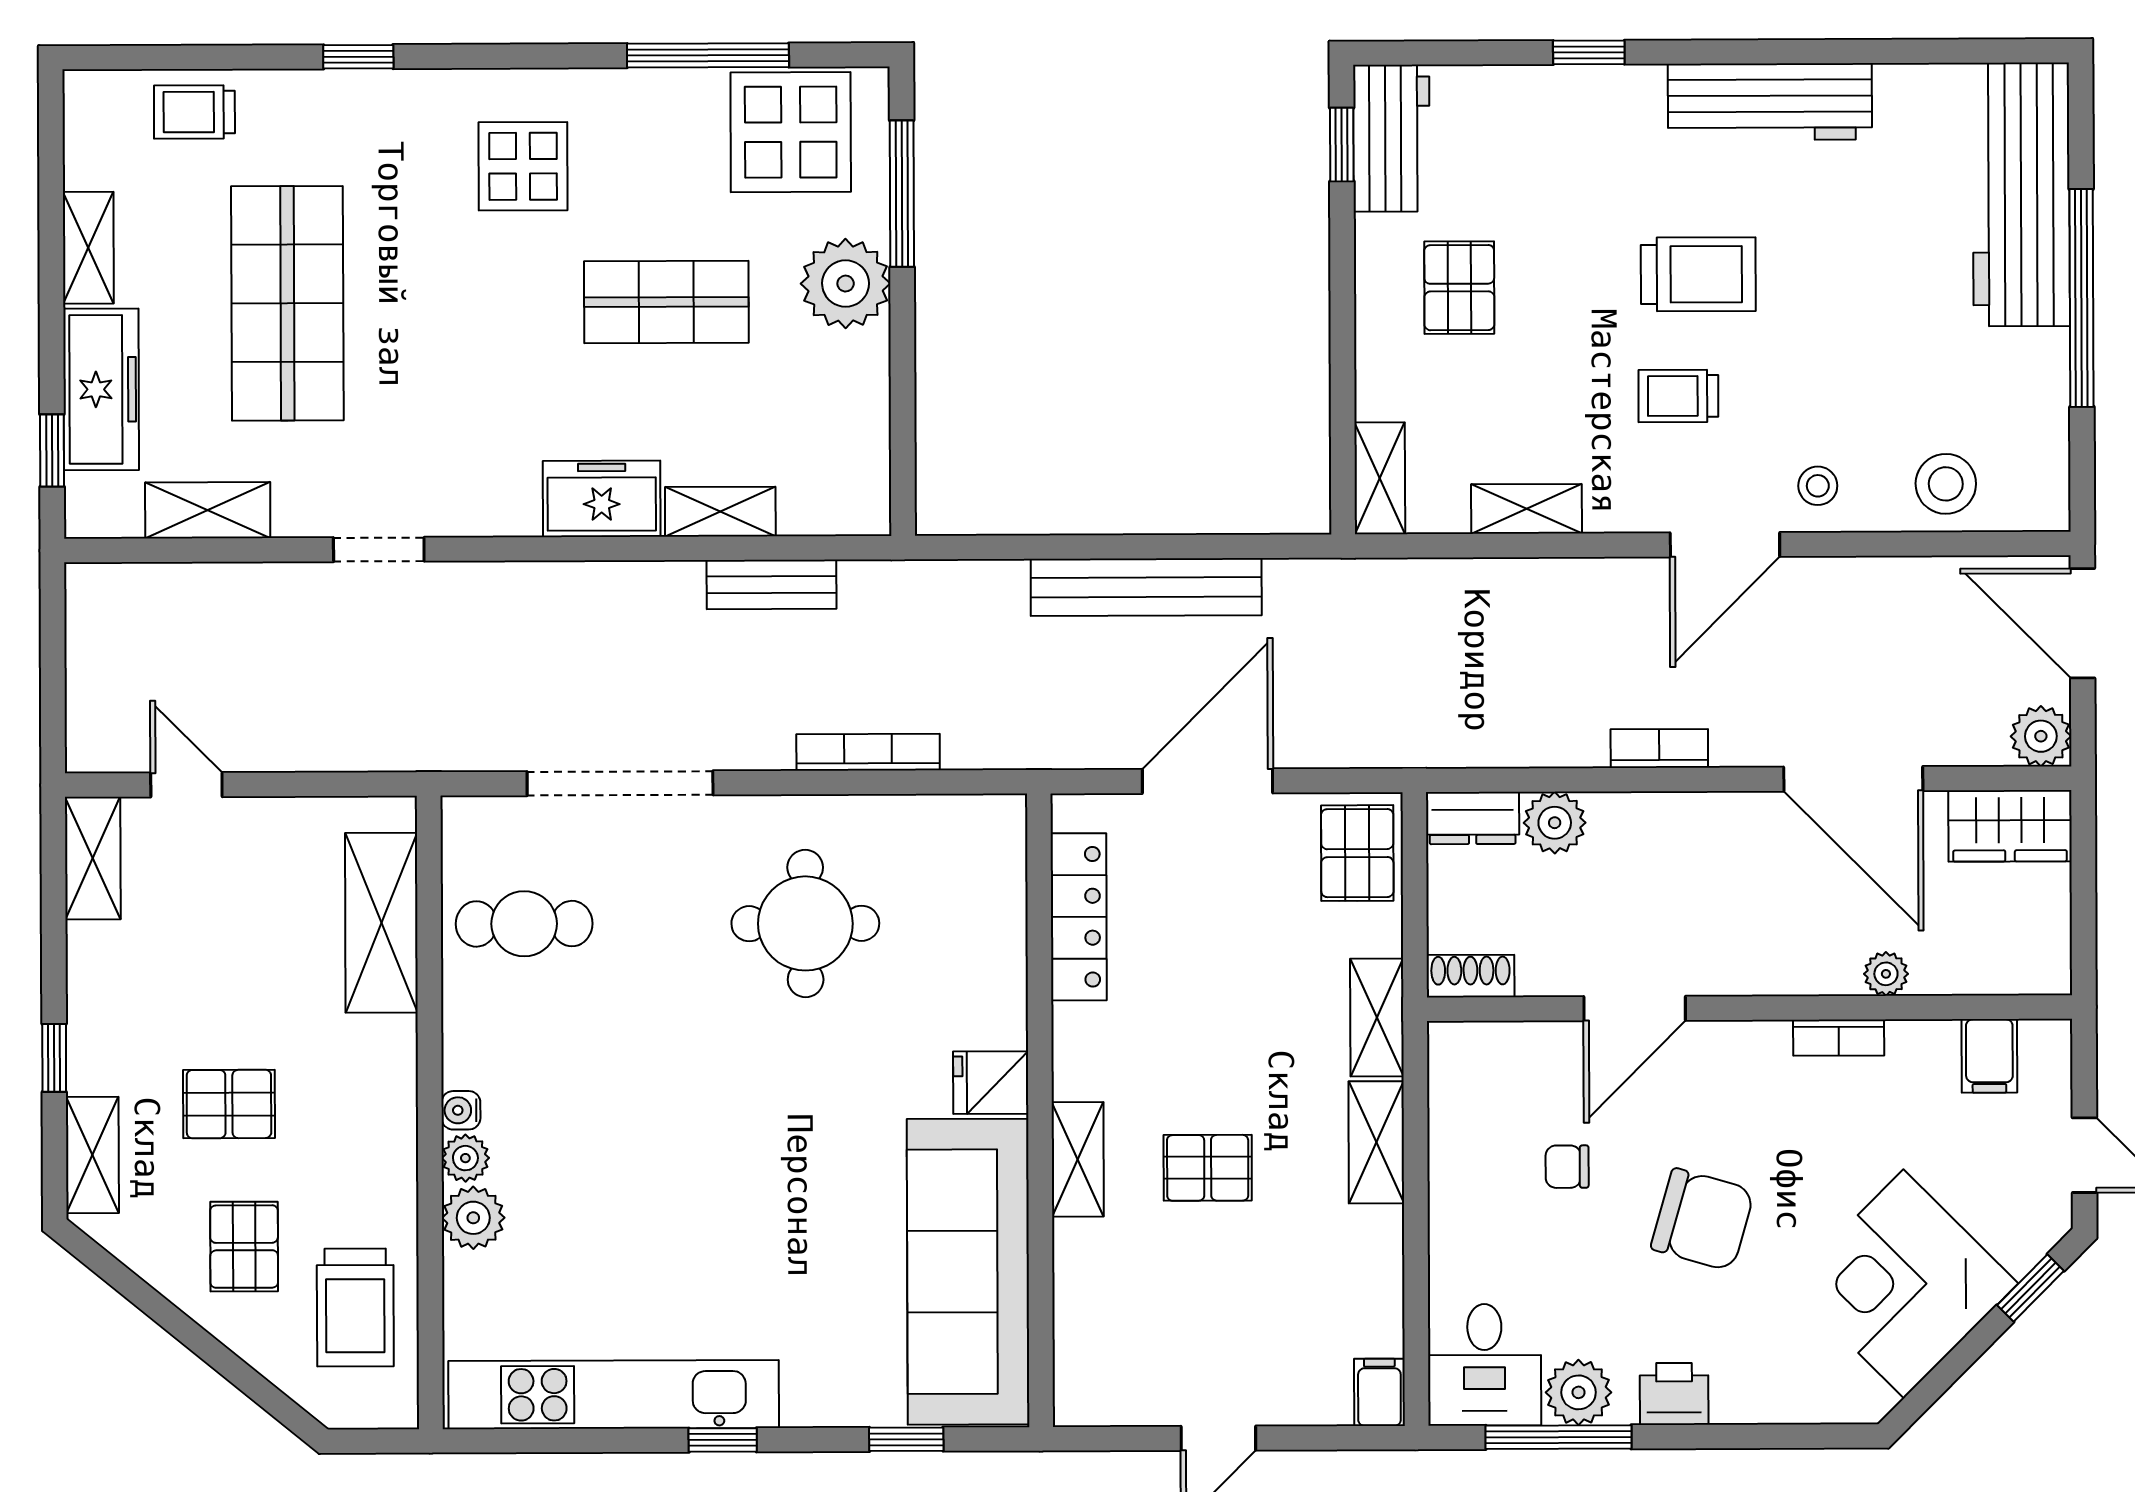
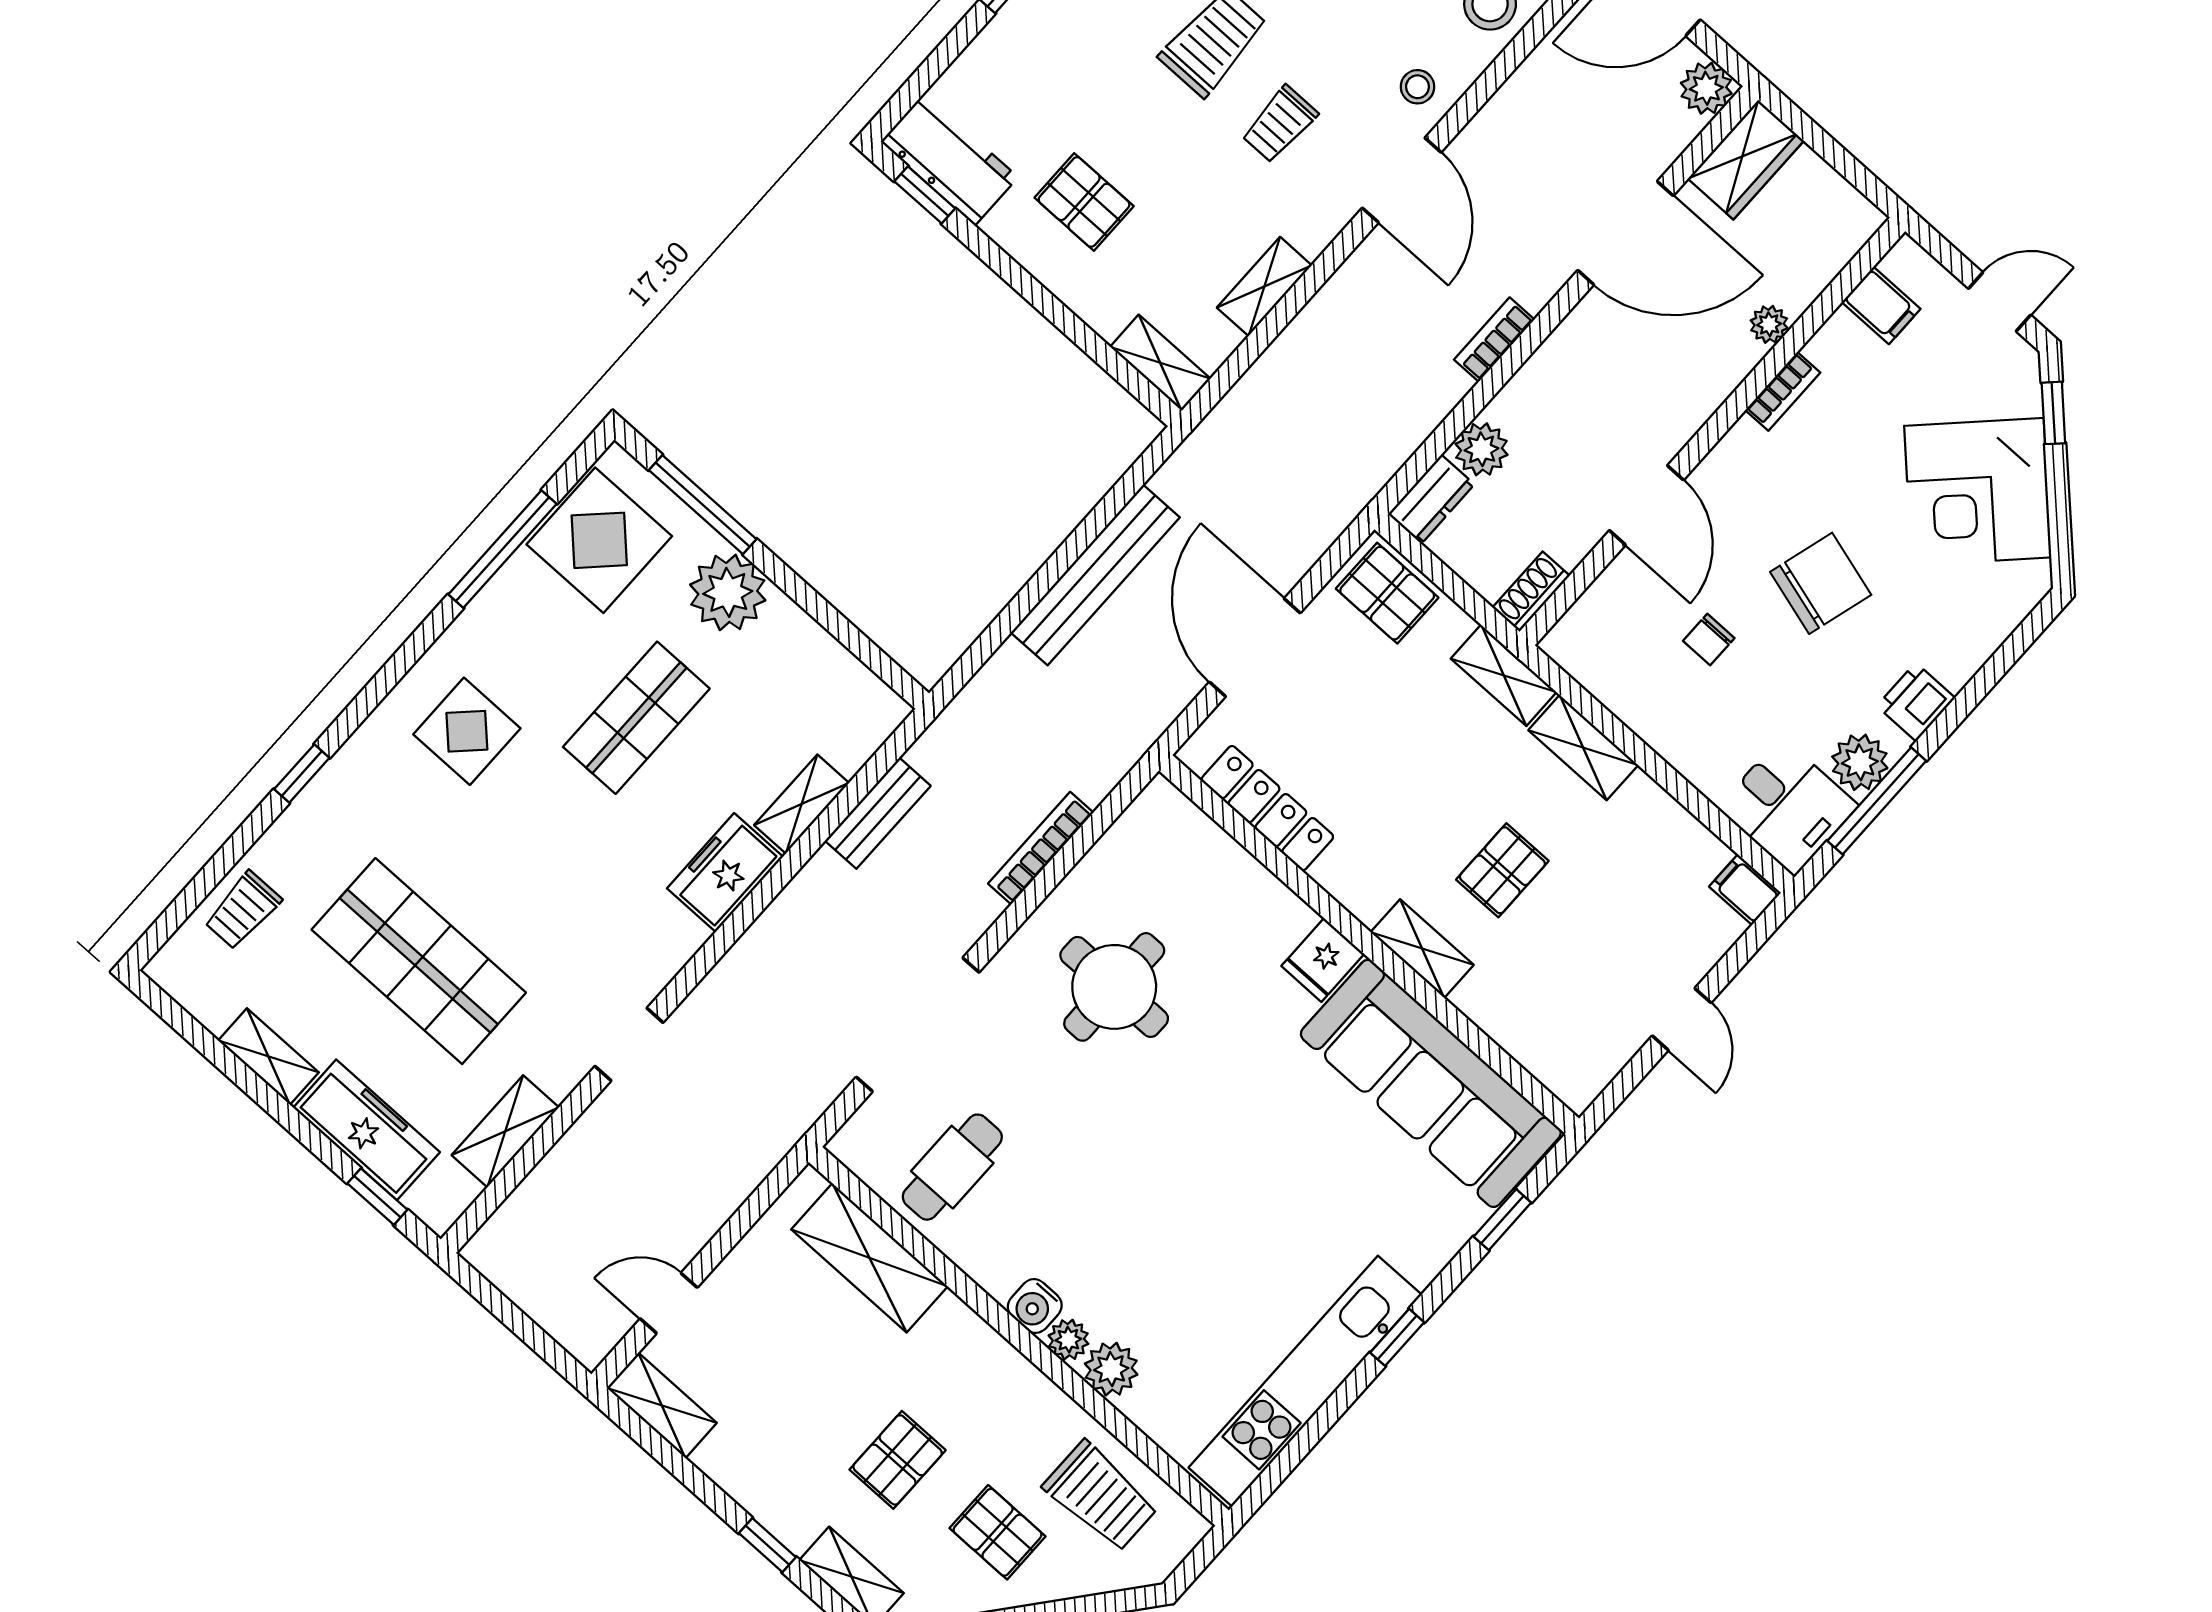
water cooler: (461, 1110) -> (1035, 1306), width x1.38, depth x1.38

